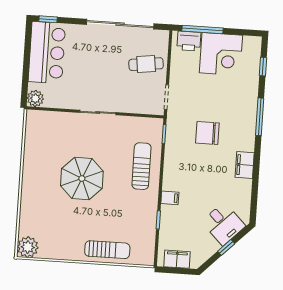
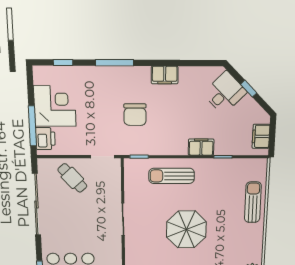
cafe table: (146, 64) -> (72, 178), turned -35
filing cabinet: (170, 198) -> (201, 147), width x2.00

